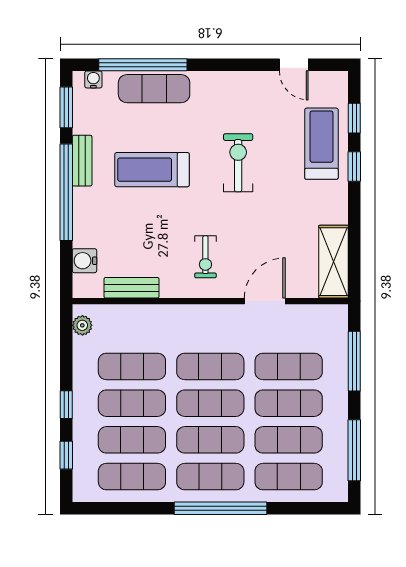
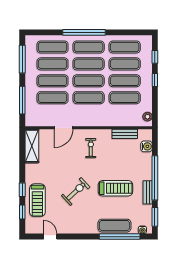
exercise bike: (238, 163) -> (76, 191), turned -133

